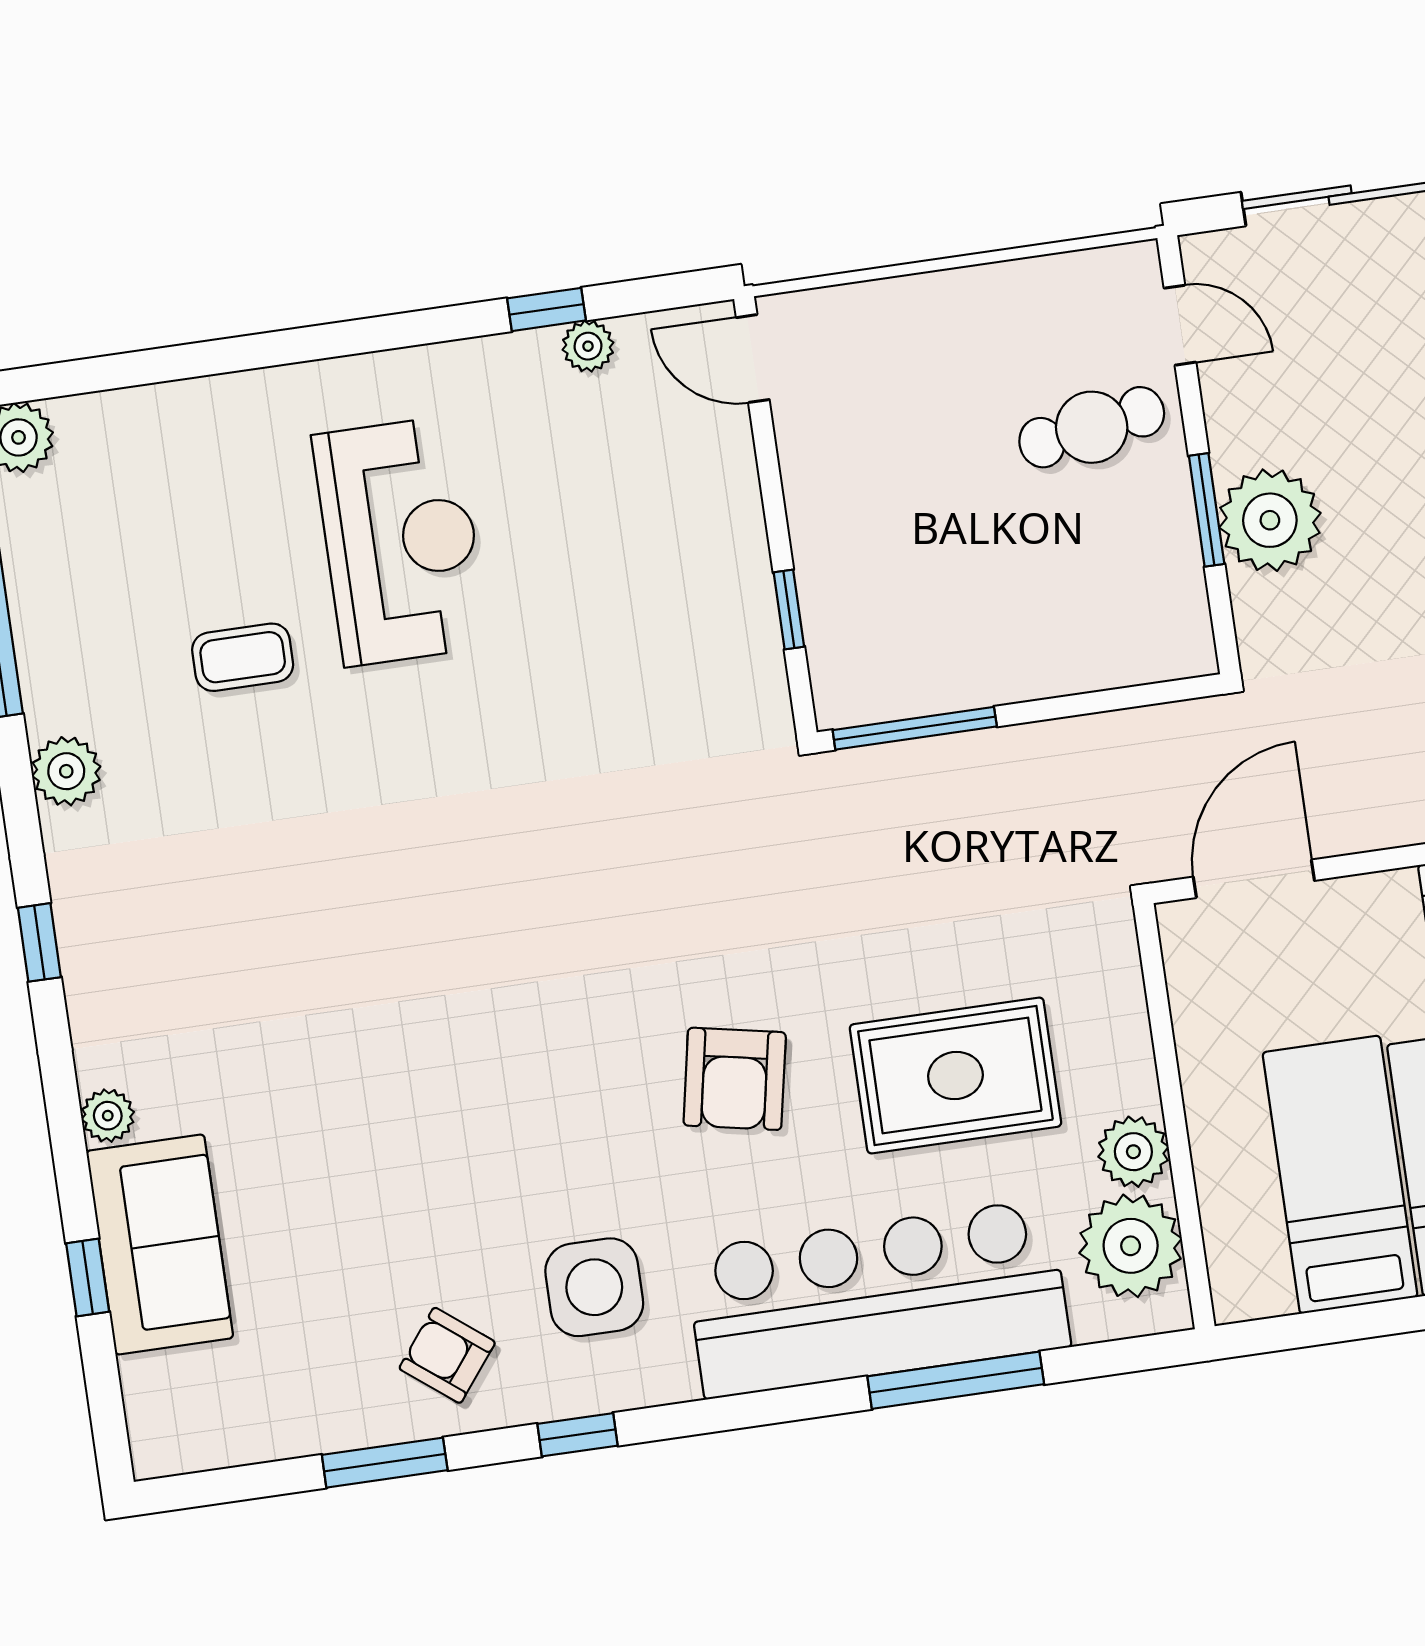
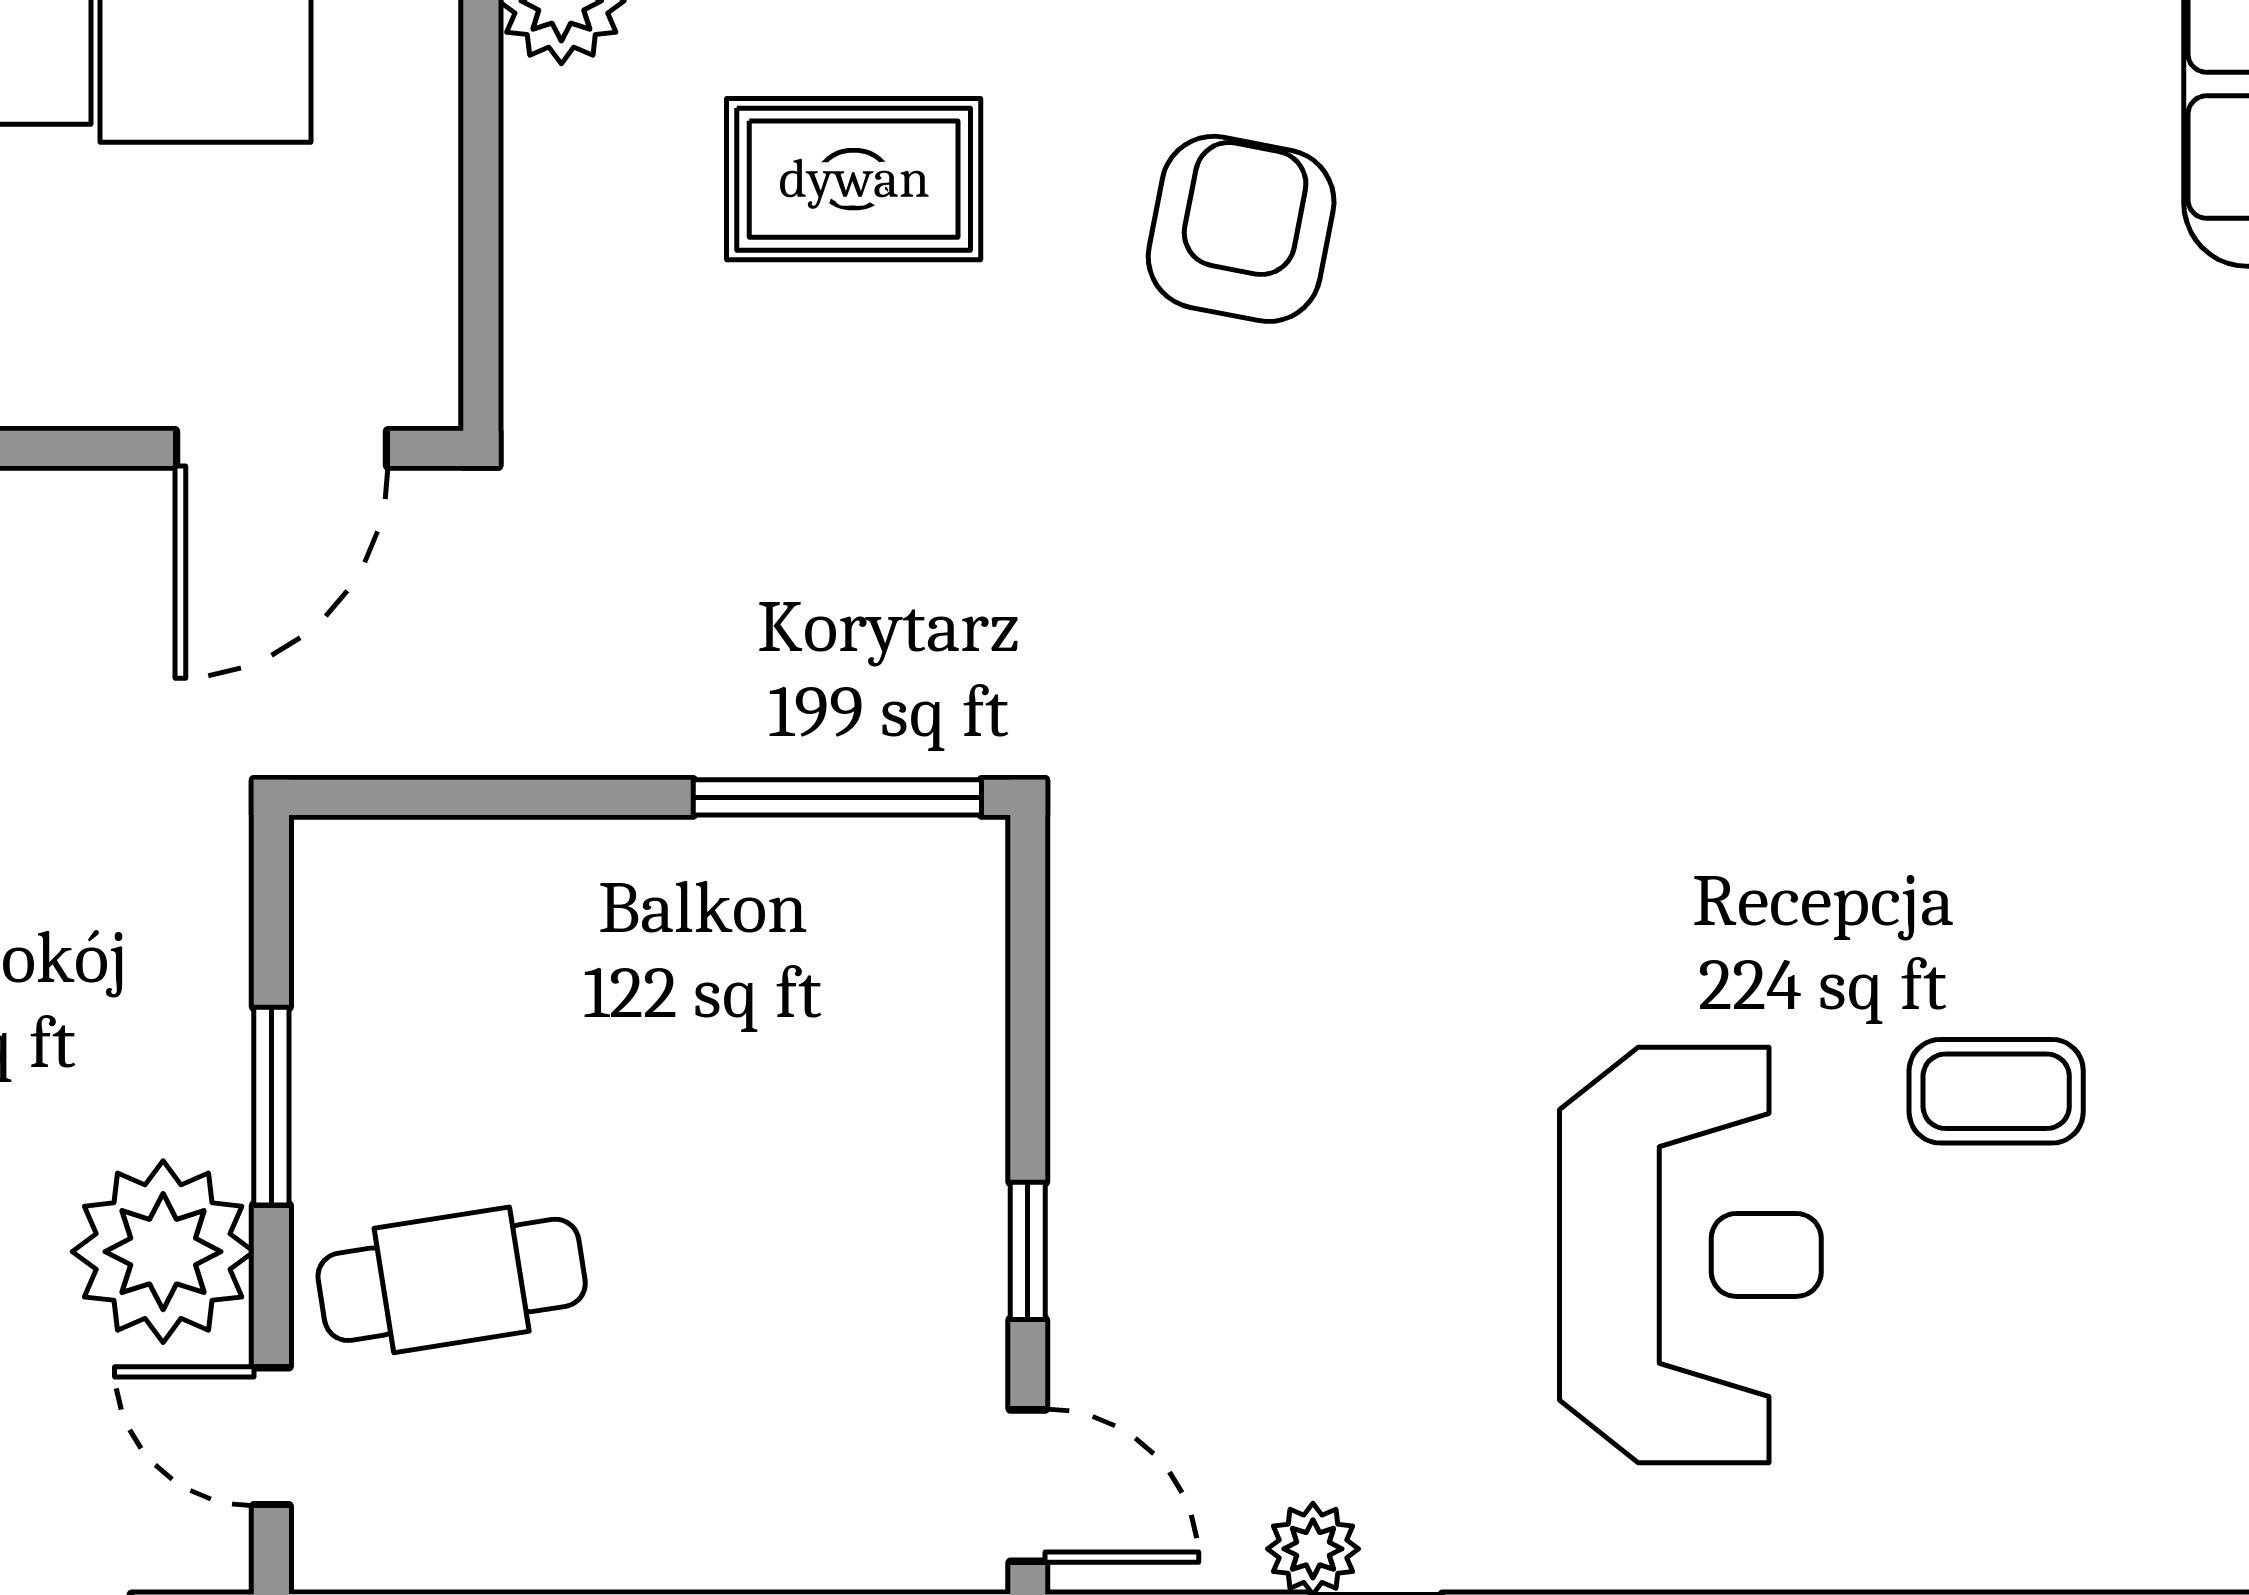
plant: (1270, 520) -> (163, 1252), moved
reception desk: (400, 541) -> (1690, 1255), turned 180
window: (789, 610) -> (1028, 1251), moved
rug: (955, 1076) -> (854, 179), width x0.73, depth x0.70

